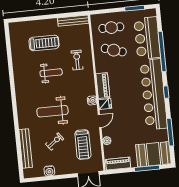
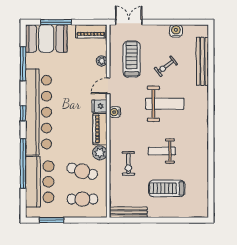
plant: (101, 66) -> (100, 153), added

